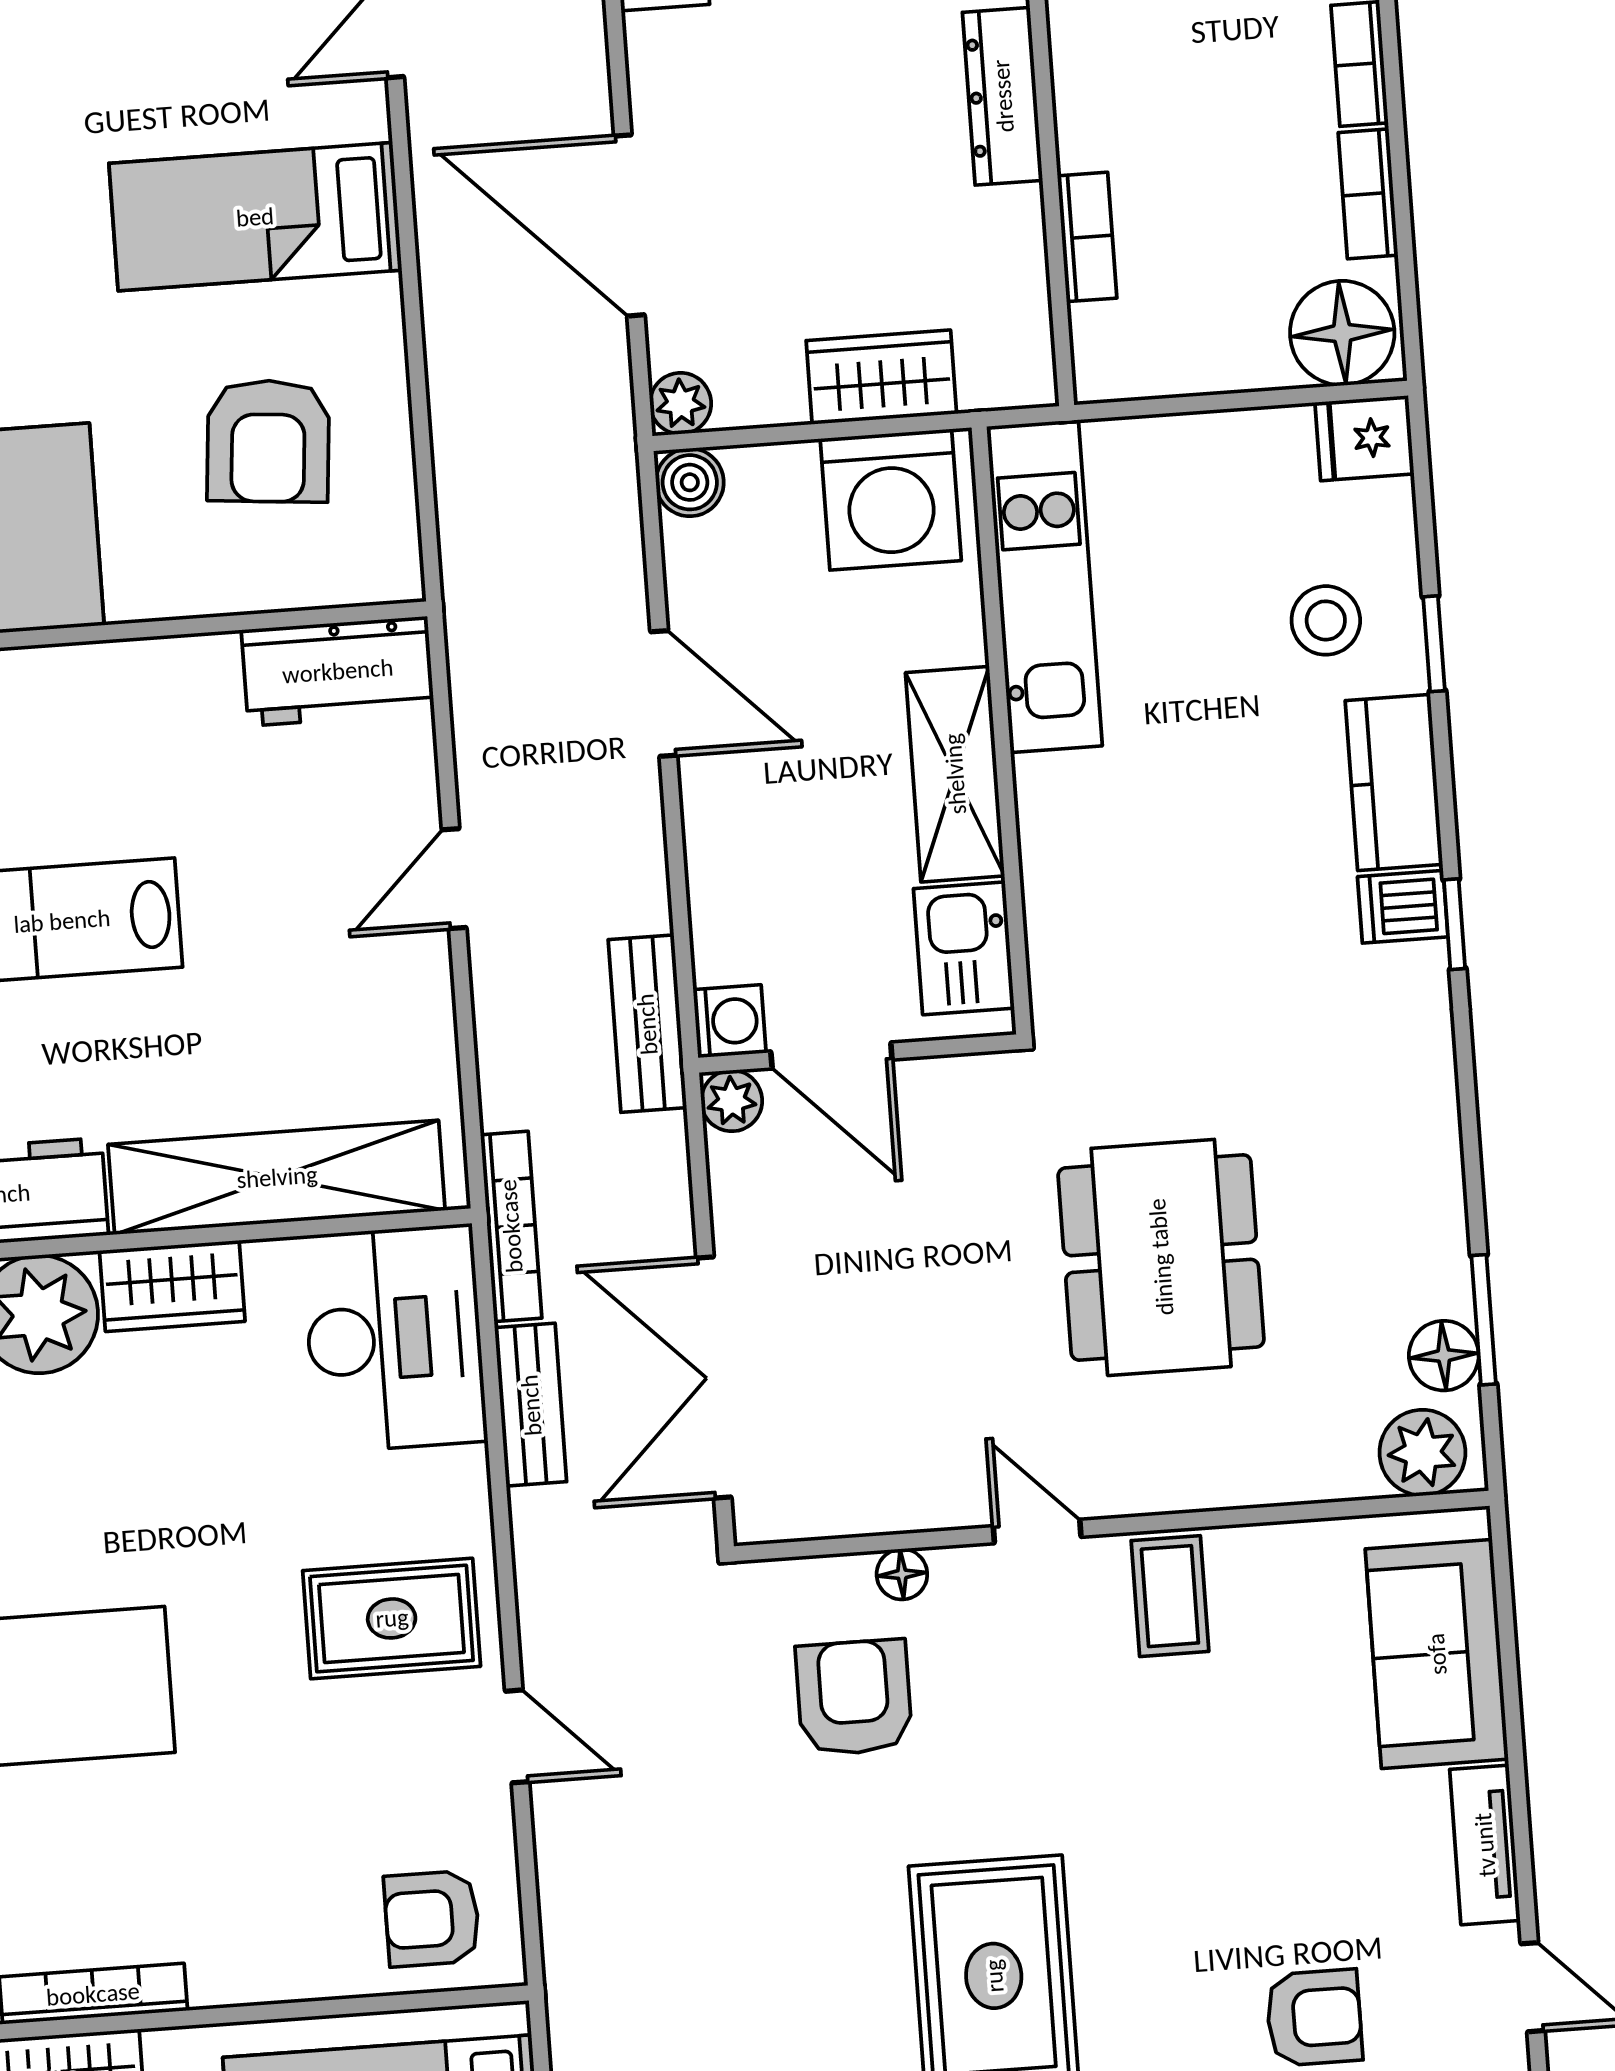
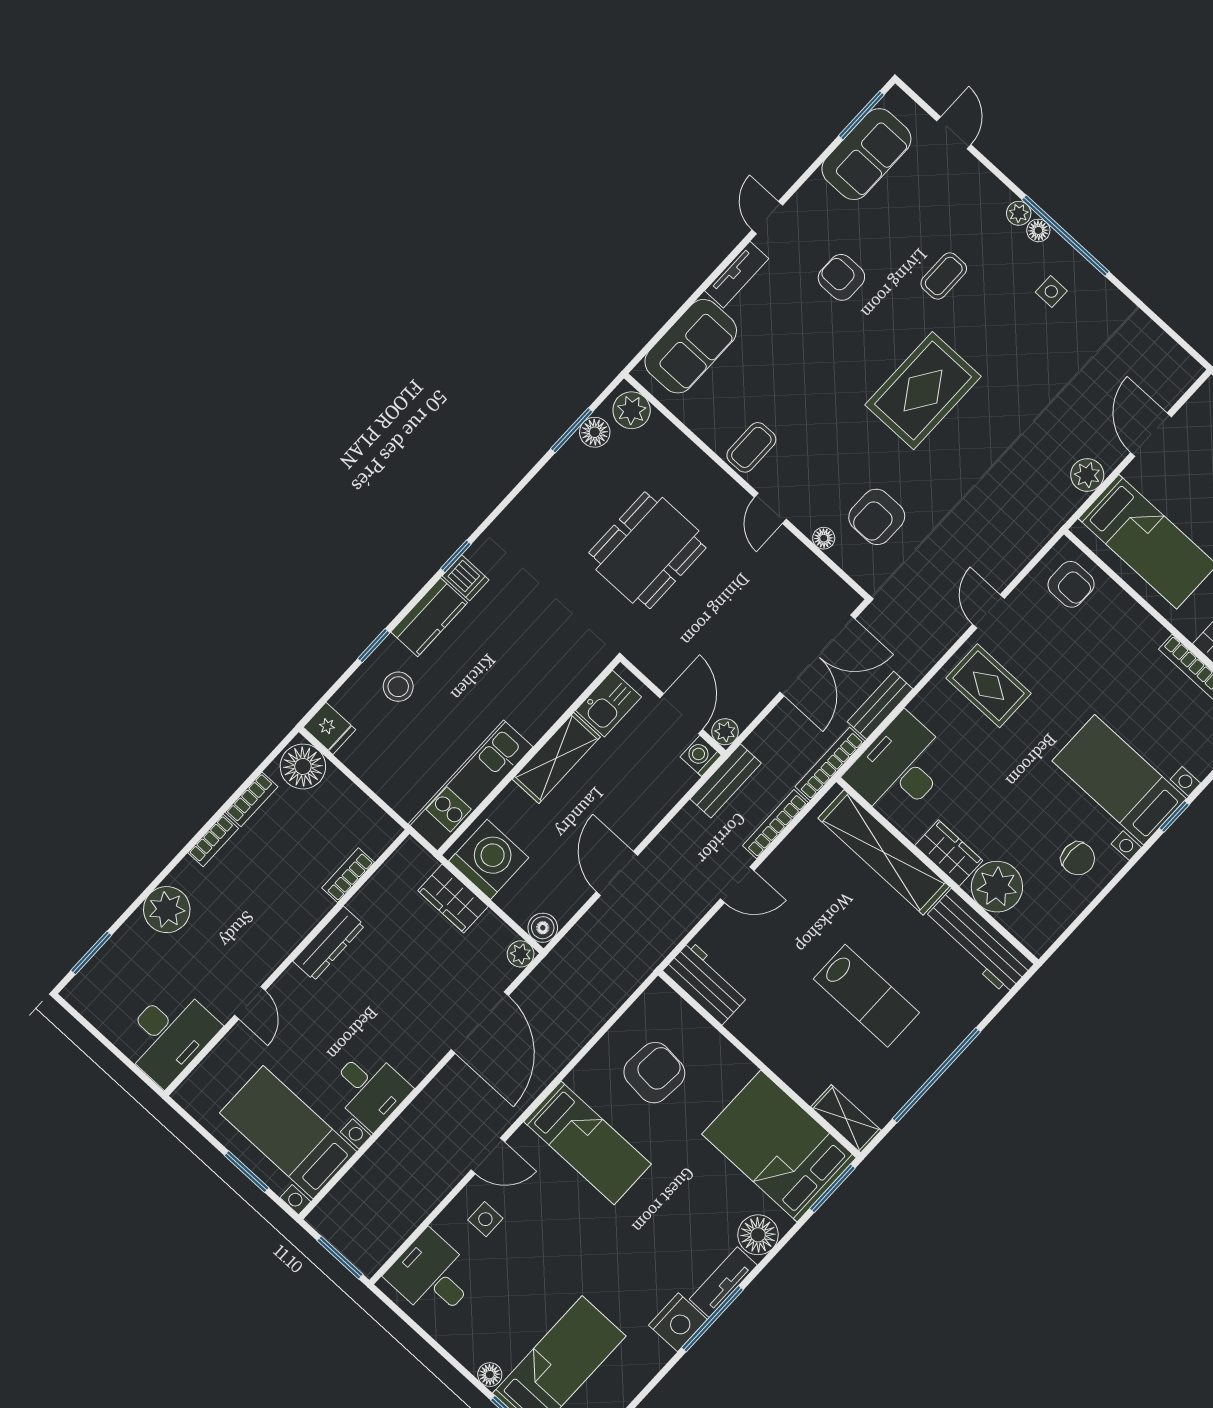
bookcase: (496, 1039) -> (775, 824), added

